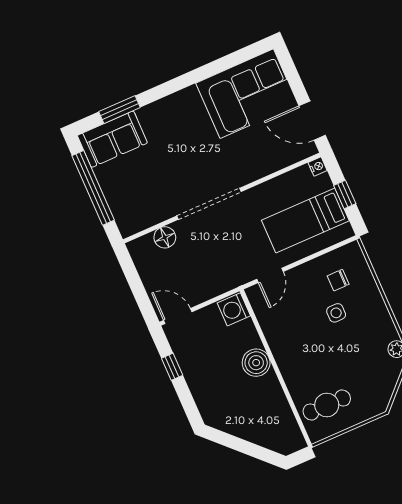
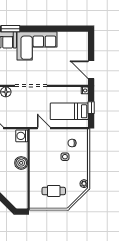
corner sofa: (247, 94) -> (37, 46), moved
door: (270, 275) -> (44, 128), swing flipped
cafe table: (327, 405) -> (54, 191), moved

